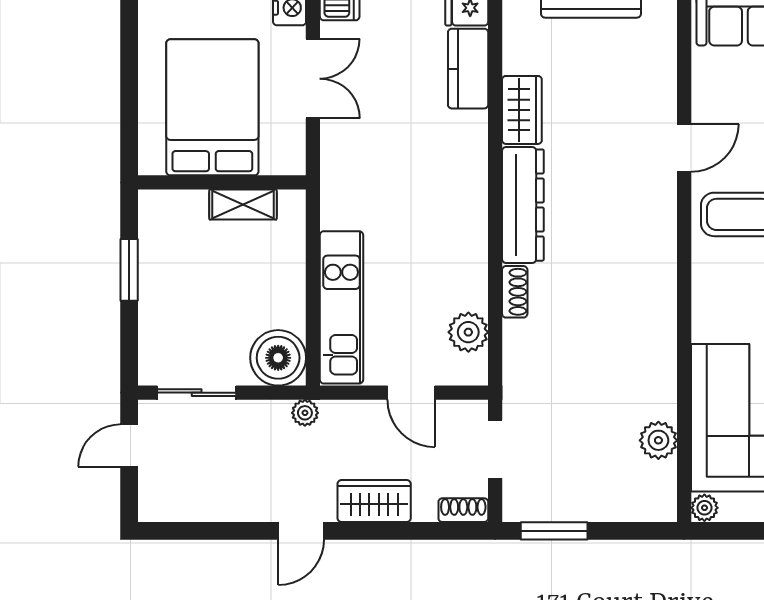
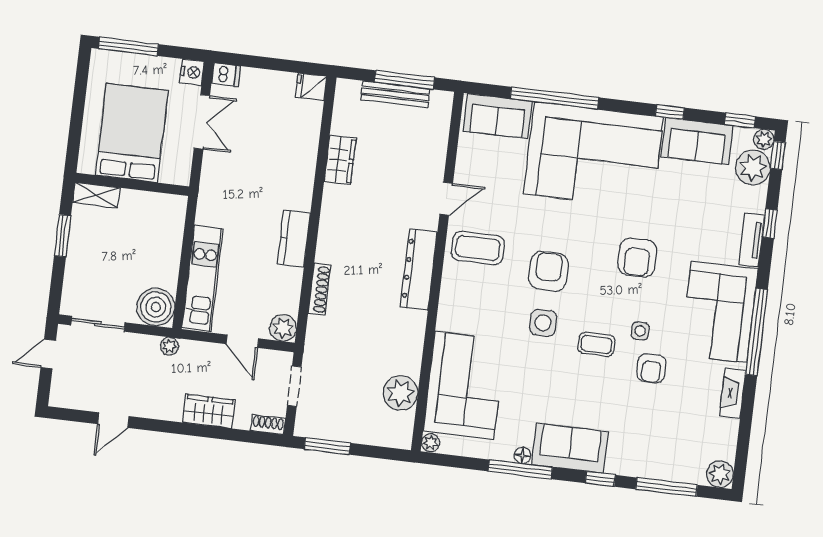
kitchen counter: (468, 69) -> (294, 239), moved
shelving: (243, 205) -> (96, 195), moved
dresser: (523, 205) -> (419, 270), moved, turned 180
shoe rack: (515, 292) -> (319, 289), width x1.43
plant: (468, 332) -> (283, 328), moved
plant: (658, 440) -> (400, 393), width x1.36, depth x1.36
door: (301, 531) -> (113, 420), moved

